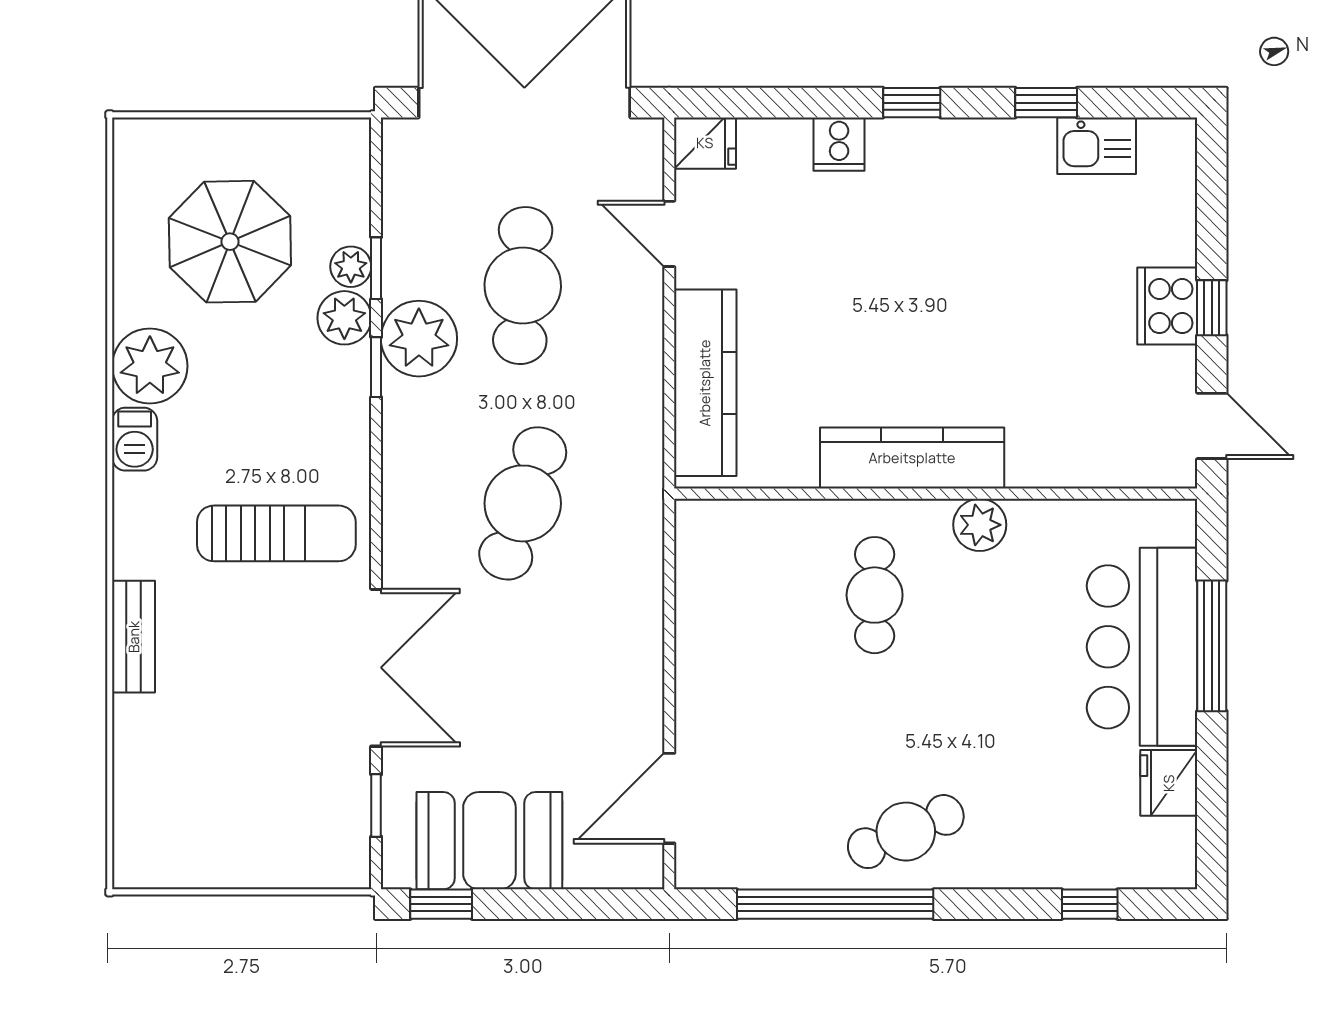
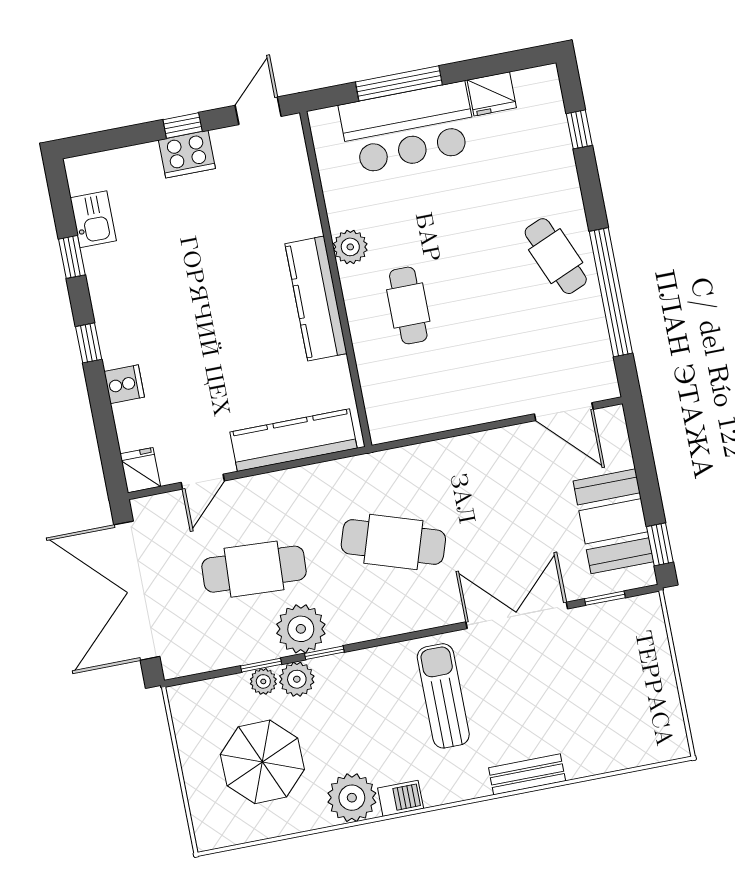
cafe table: (875, 595) -> (408, 305), turned 90

